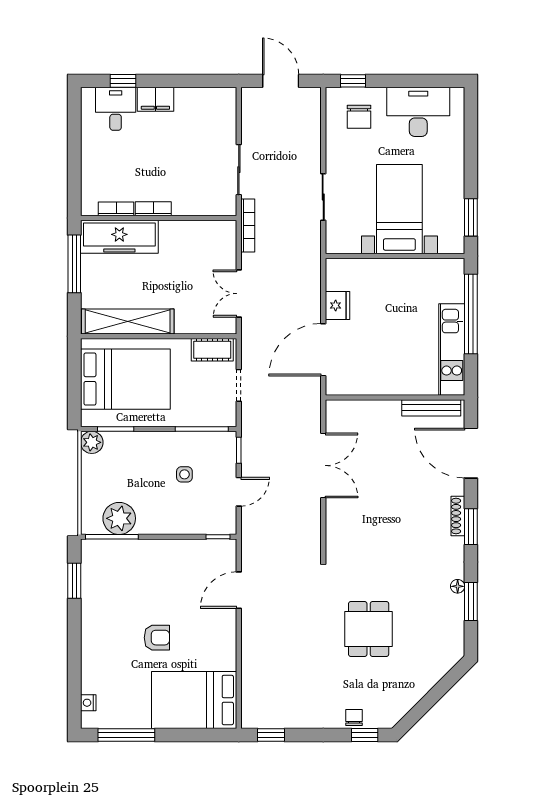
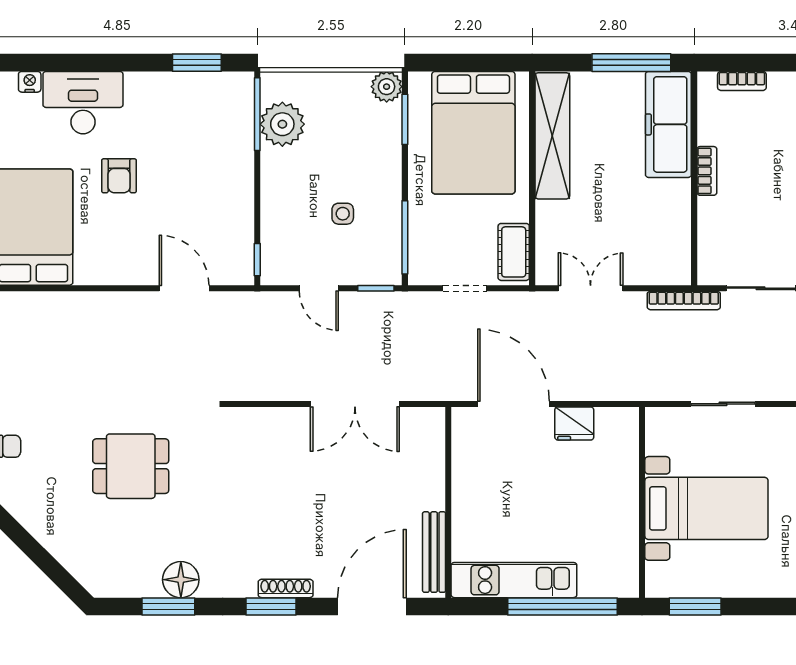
bookcase: (116, 209) -> (742, 81), moved, turned 90
floor lamp: (458, 586) -> (181, 580), width x1.89, depth x1.89
desk: (103, 664) -> (83, 103), added

